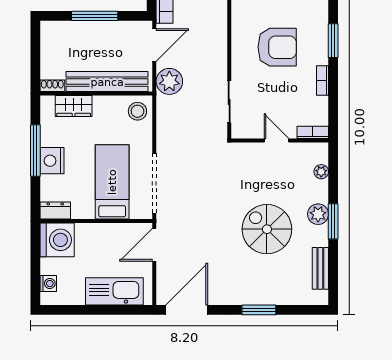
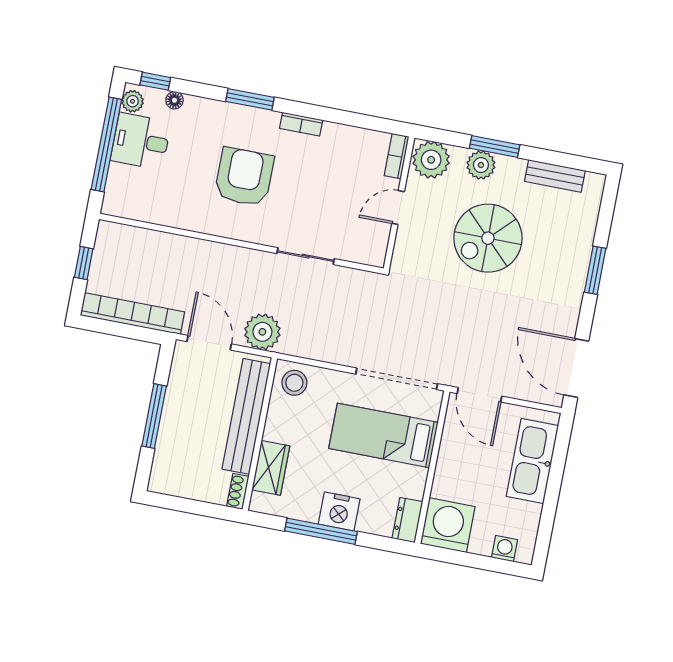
bookcase: (313, 132) -> (397, 156), moved
door: (276, 140) -> (398, 207), moved
wall: (280, 140) -> (399, 203), moved
plant: (321, 172) -> (431, 160), width x1.88, depth x1.88

